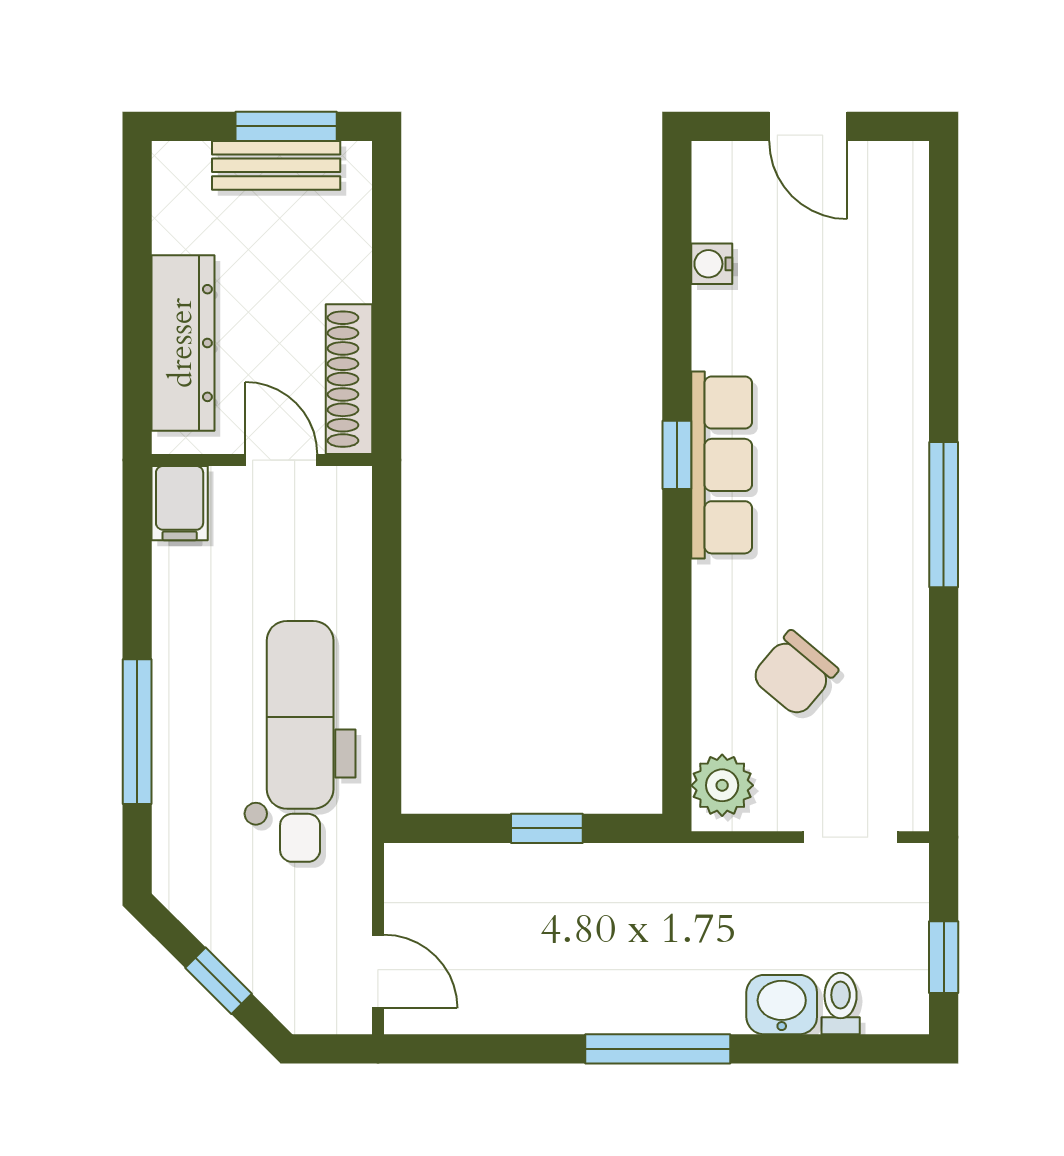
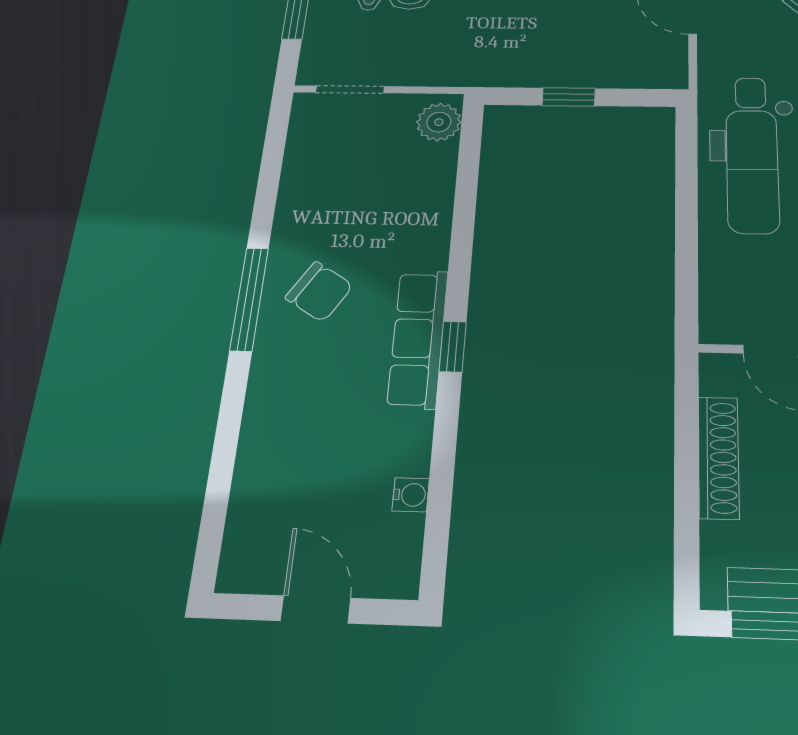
shoe rack: (349, 379) -> (718, 457), moved
chair: (795, 674) -> (319, 292), moved, turned 82

